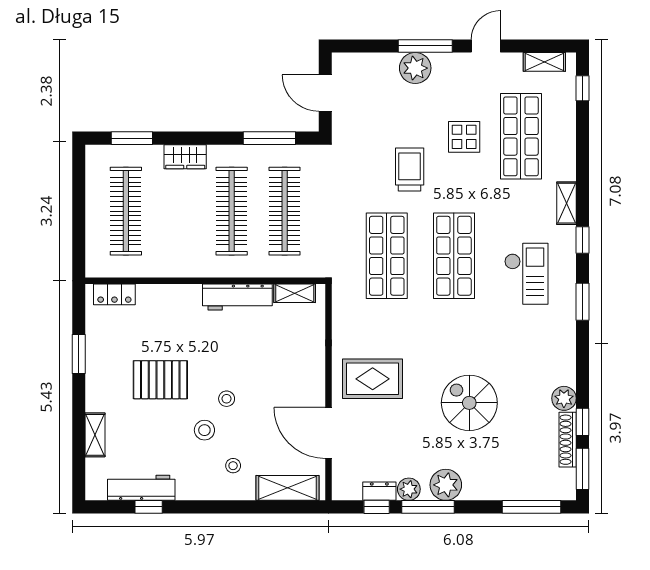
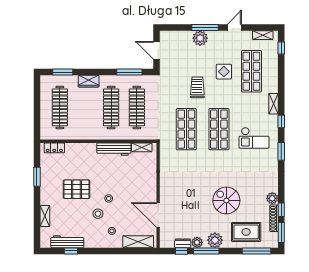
checkout: (526, 274) -> (254, 138), turned 90
rug: (373, 379) -> (246, 232), moved

